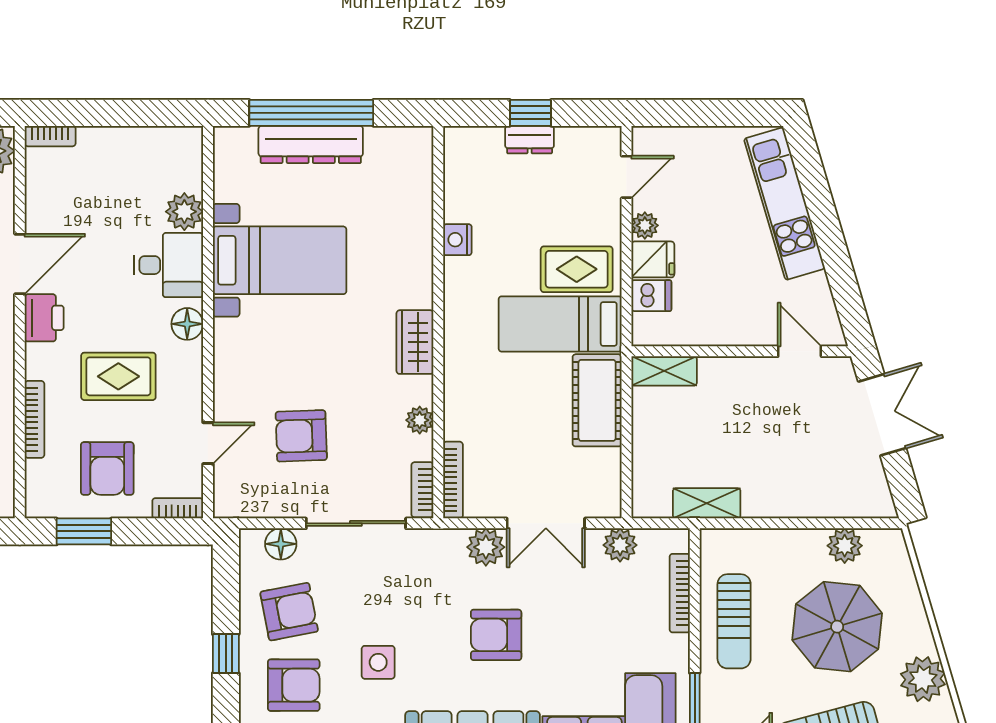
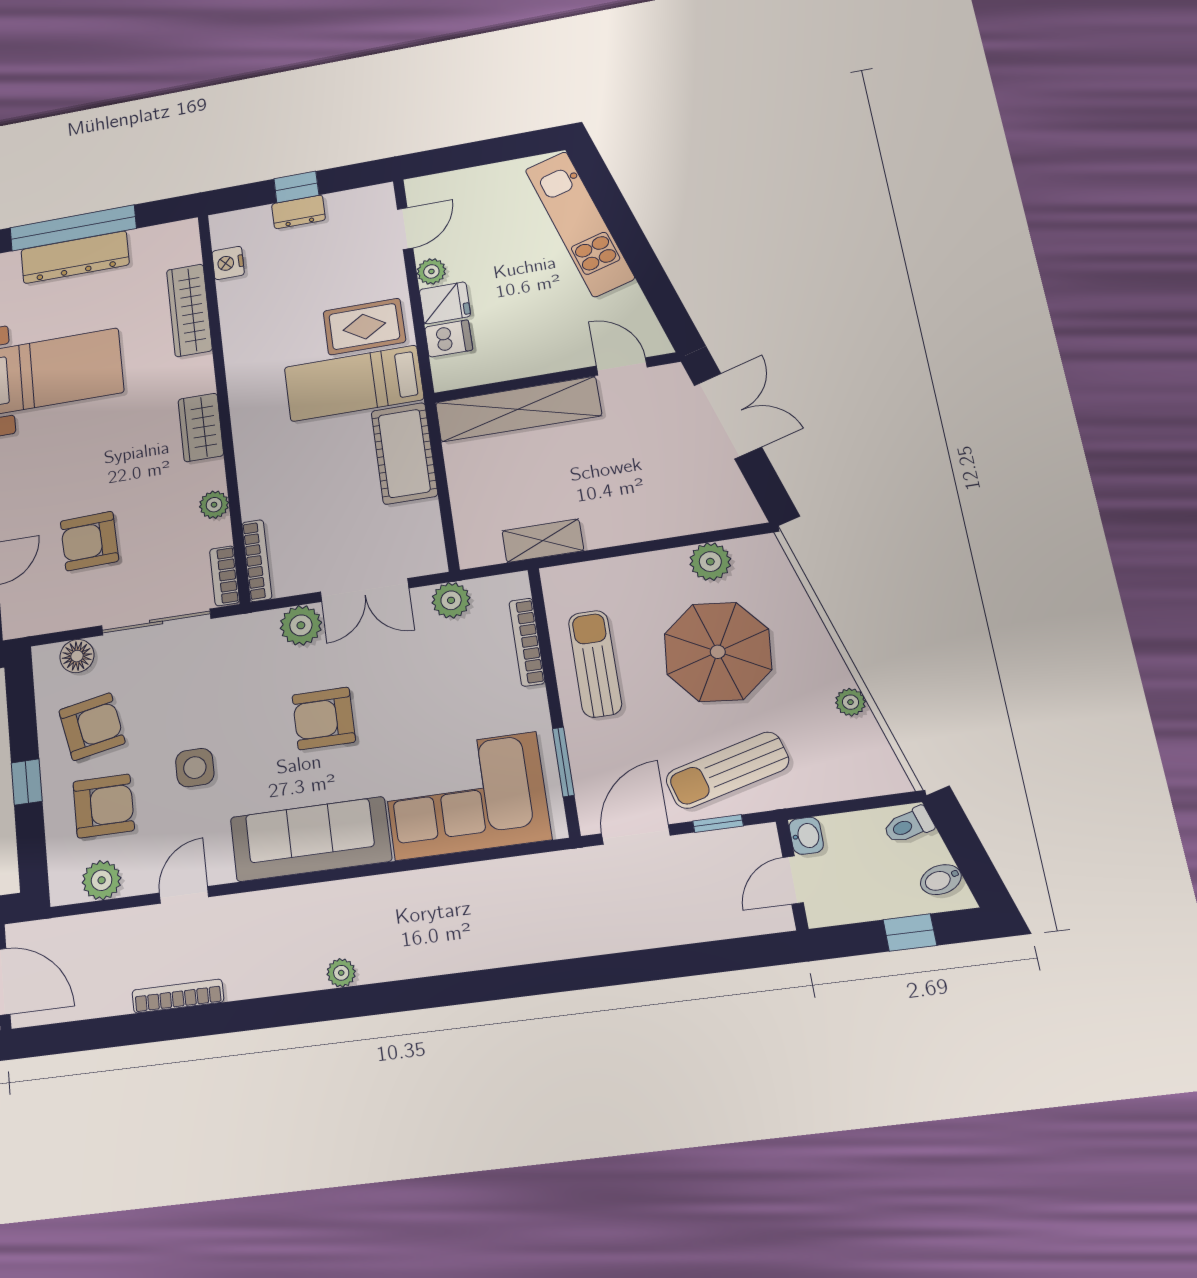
wardrobe: (416, 221) -> (189, 310), added
nightstand: (457, 240) -> (228, 263), moved
shelving: (664, 371) -> (518, 409), width x2.20, depth x1.33
sun lounger: (734, 621) -> (595, 664), turned 180
plant: (923, 679) -> (850, 702), width x0.53, depth x0.53

